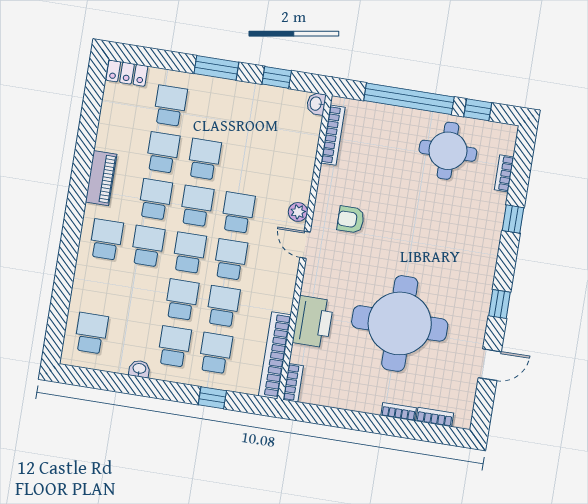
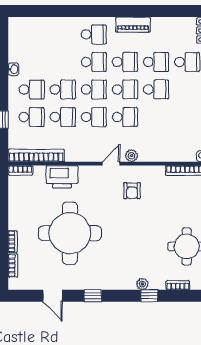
armchair: (351, 220) -> (132, 191), turned 180
plant: (494, 227) -> (142, 284), added
school desk: (91, 333) -> (32, 34), removed

